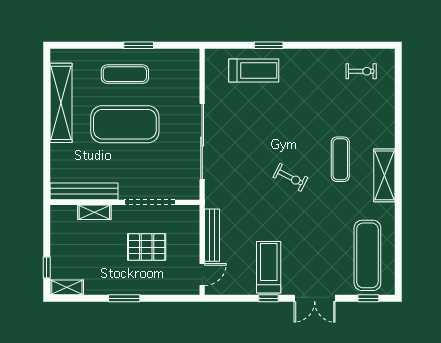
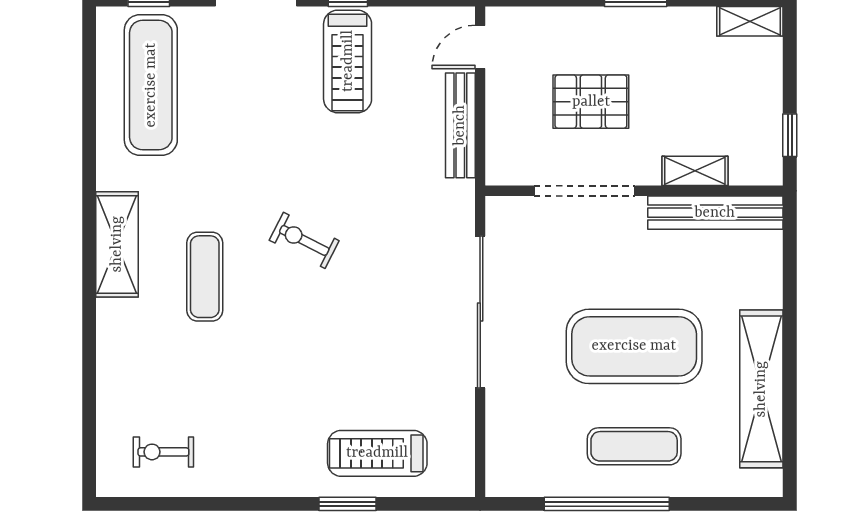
window: (139, 45) -> (607, 504), width x2.11
window: (47, 267) -> (790, 135), moved

